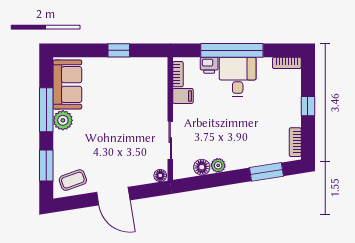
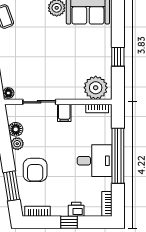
printer: (209, 65) -> (76, 209), moved, turned 90
plant: (154, 76) -> (96, 88), added
filing cabinet: (183, 96) -> (64, 113), moved
armchair: (248, 145) -> (35, 170), added

